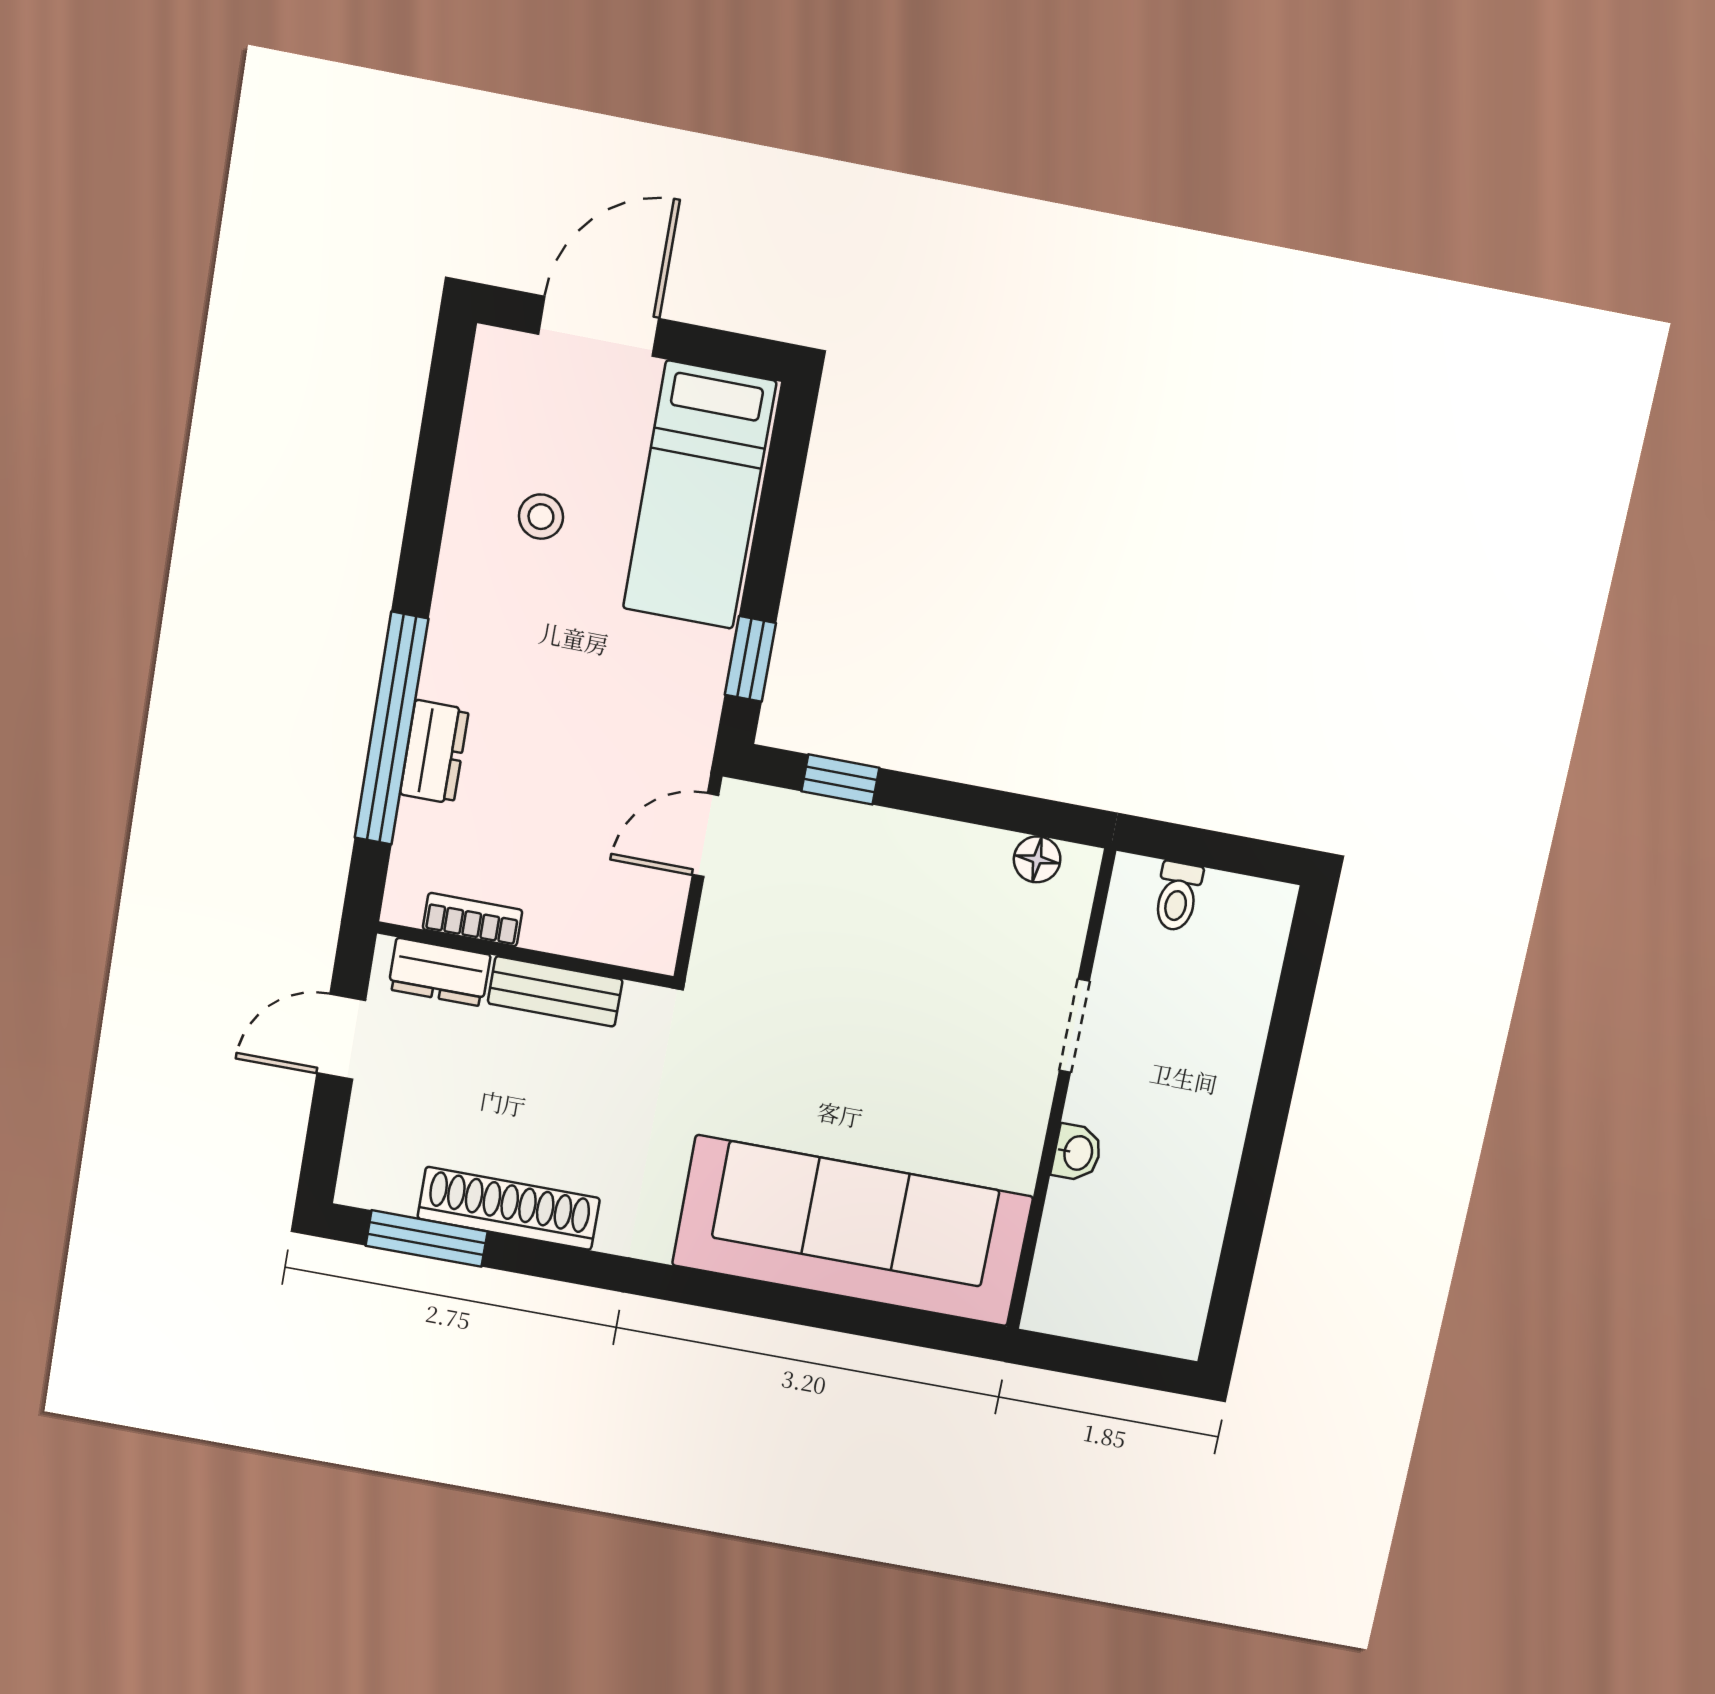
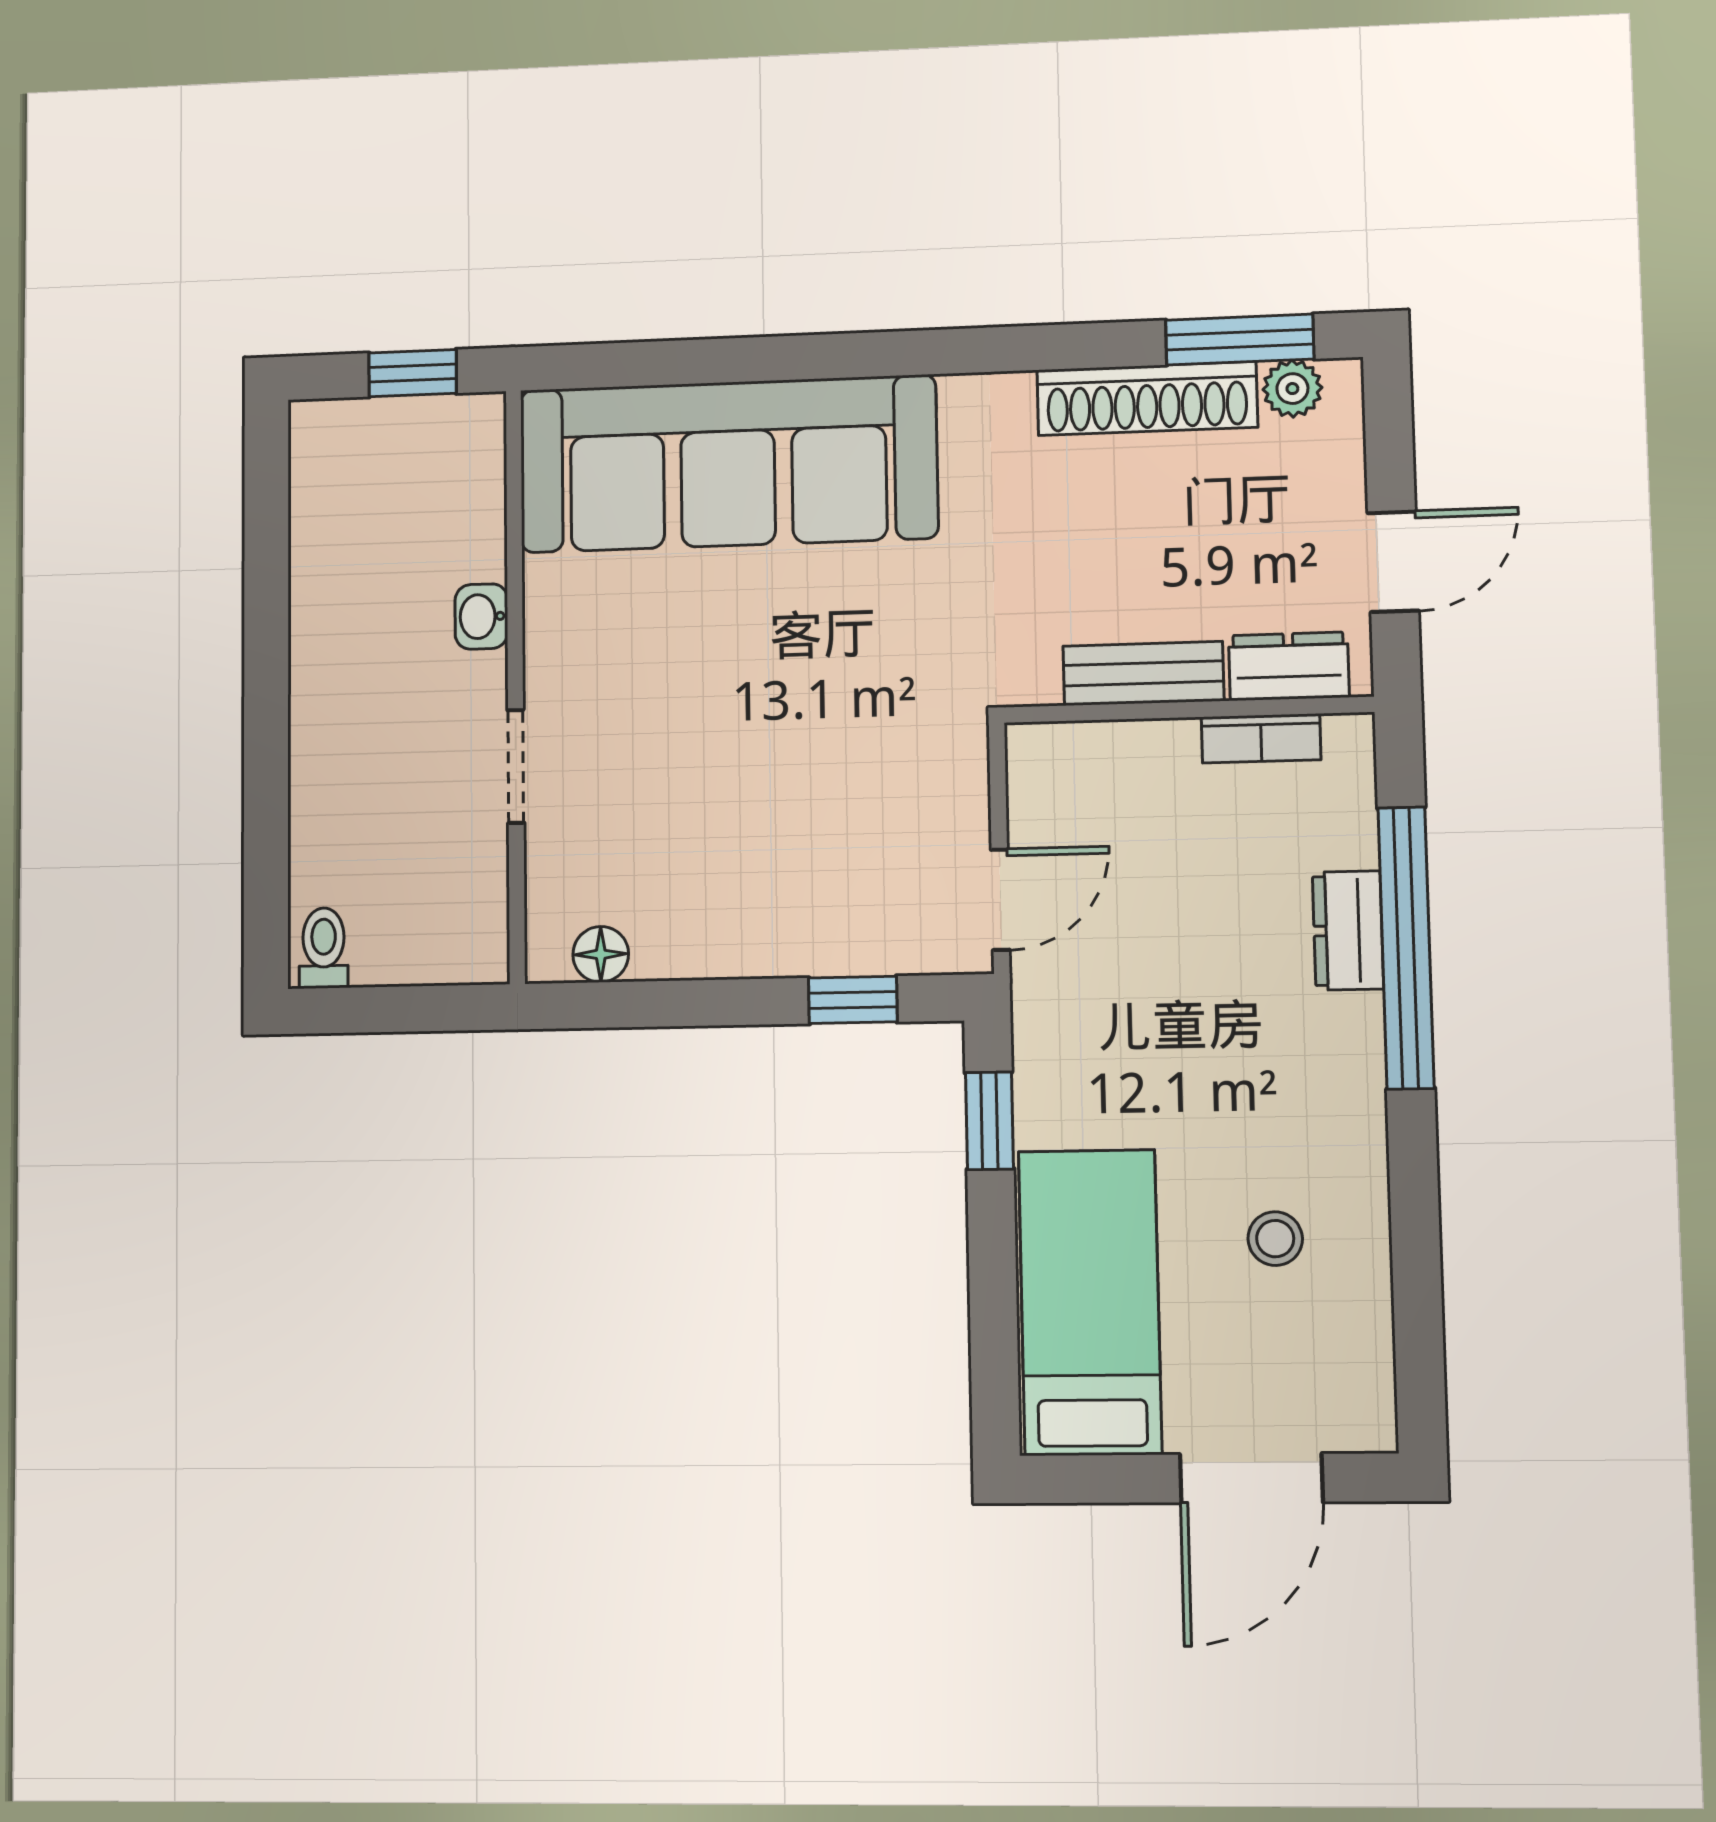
toilet: (1177, 896) -> (324, 948), moved
plant: (393, 1191) -> (1292, 389), added
window: (1091, 1360) -> (413, 373), added

